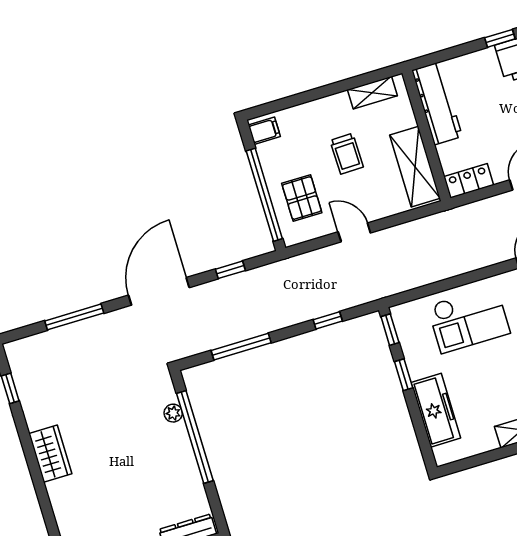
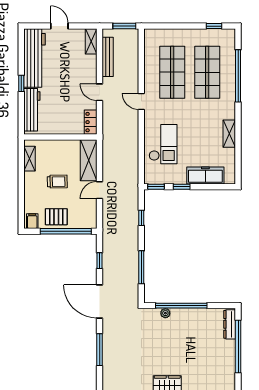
workbench: (437, 103) -> (32, 110), moved, turned 90
shelving: (415, 167) -> (89, 160), moved, turned 90
pallet: (302, 198) -> (56, 217), moved

